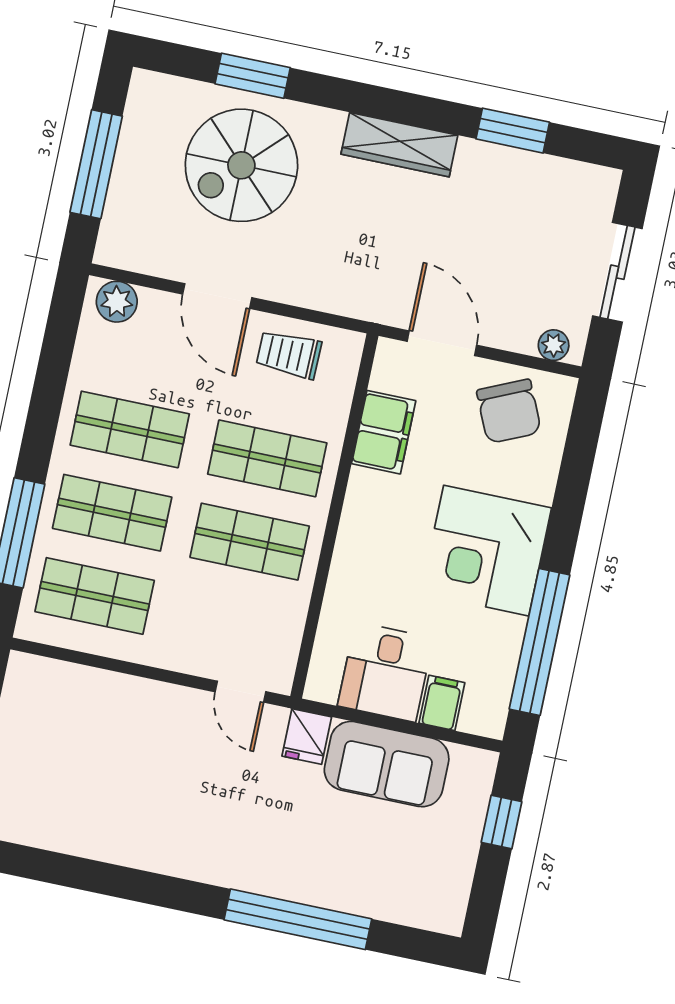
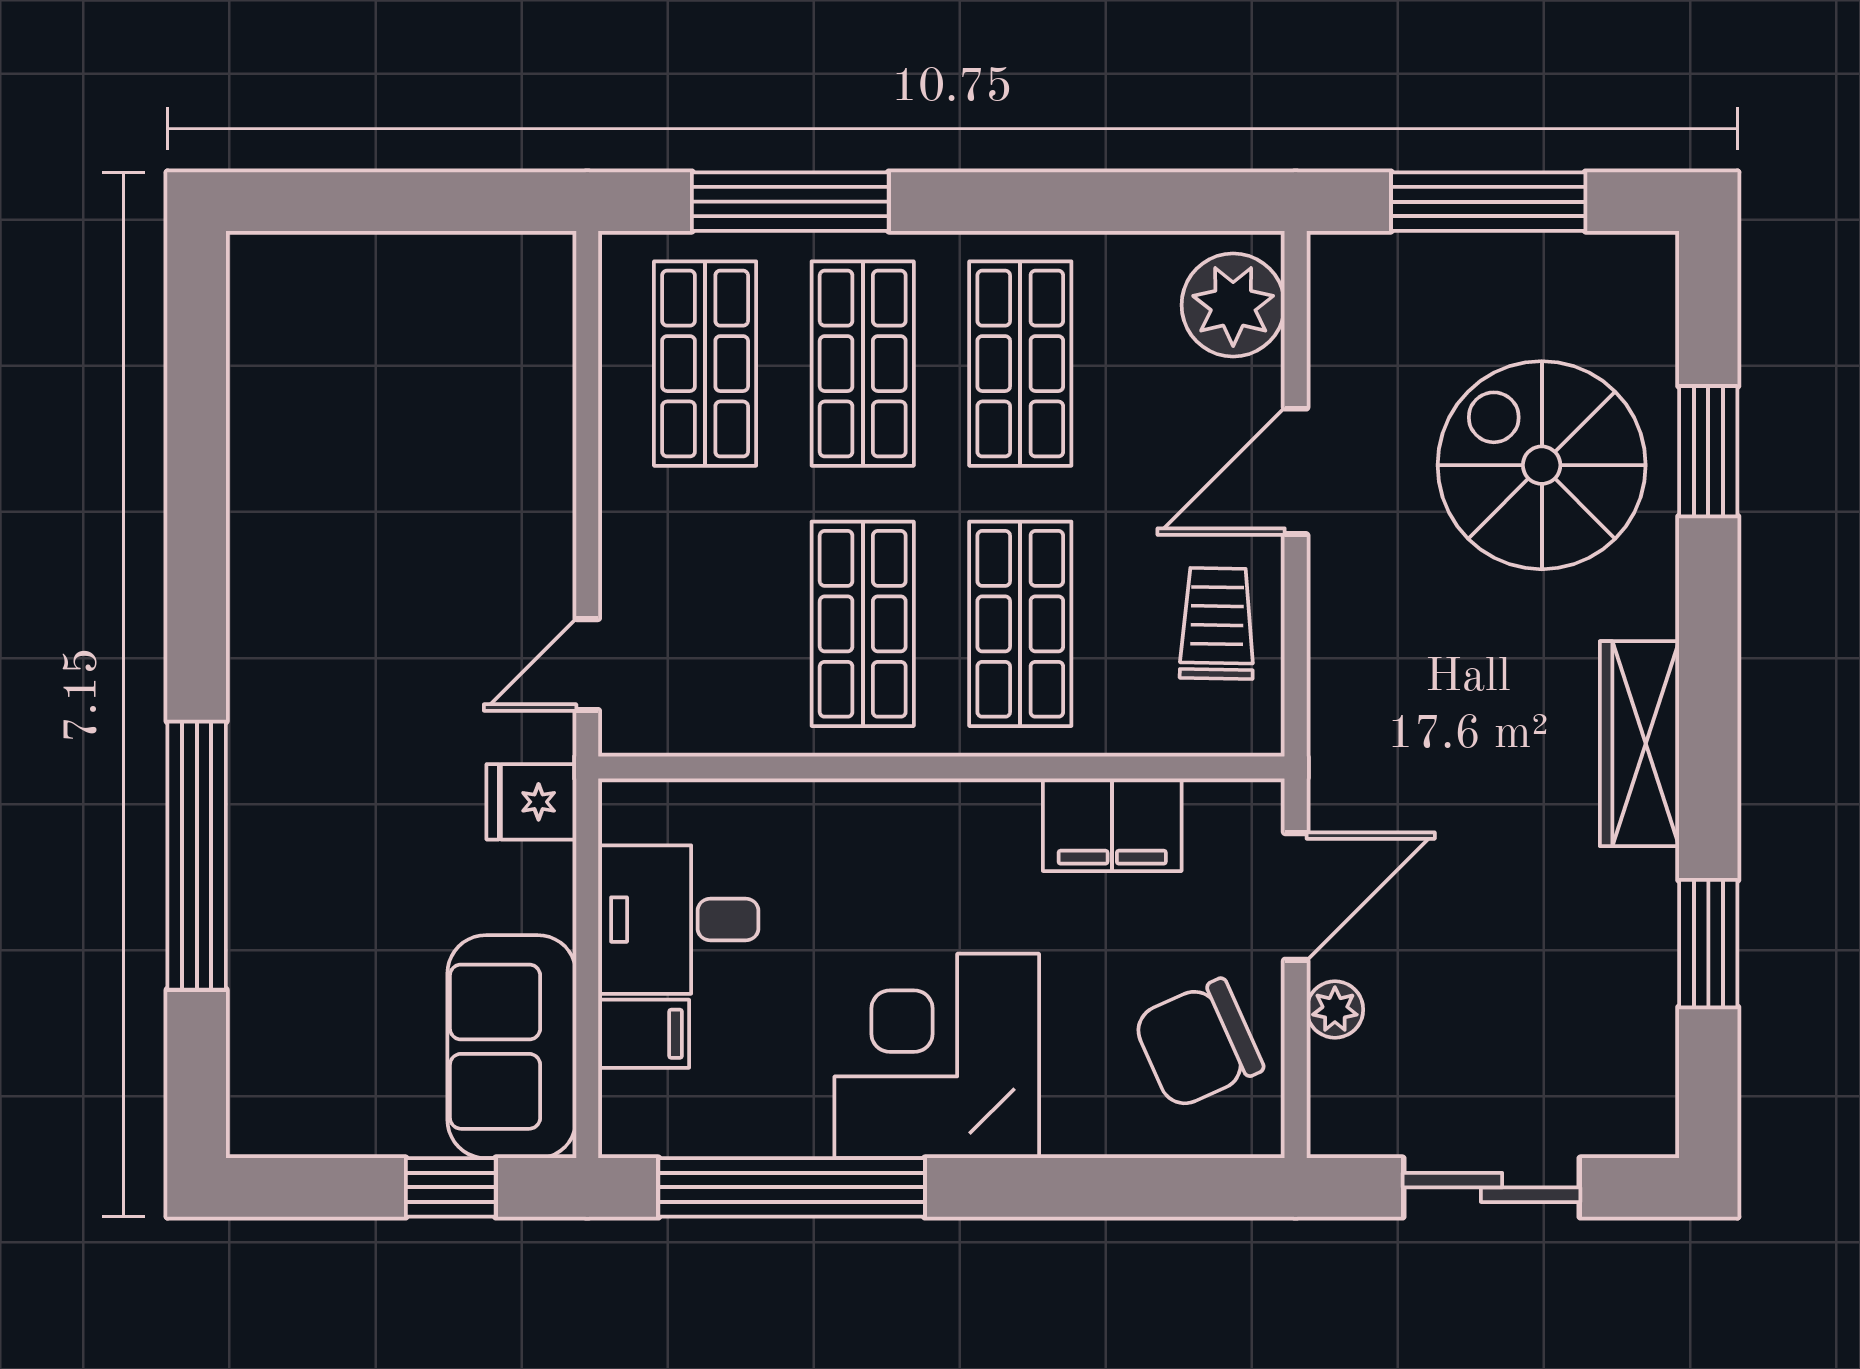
plant: (117, 302) -> (1233, 305), width x1.36, depth x1.36
plant: (554, 345) -> (1335, 1010), moved
sofa: (387, 764) -> (512, 1047), moved

